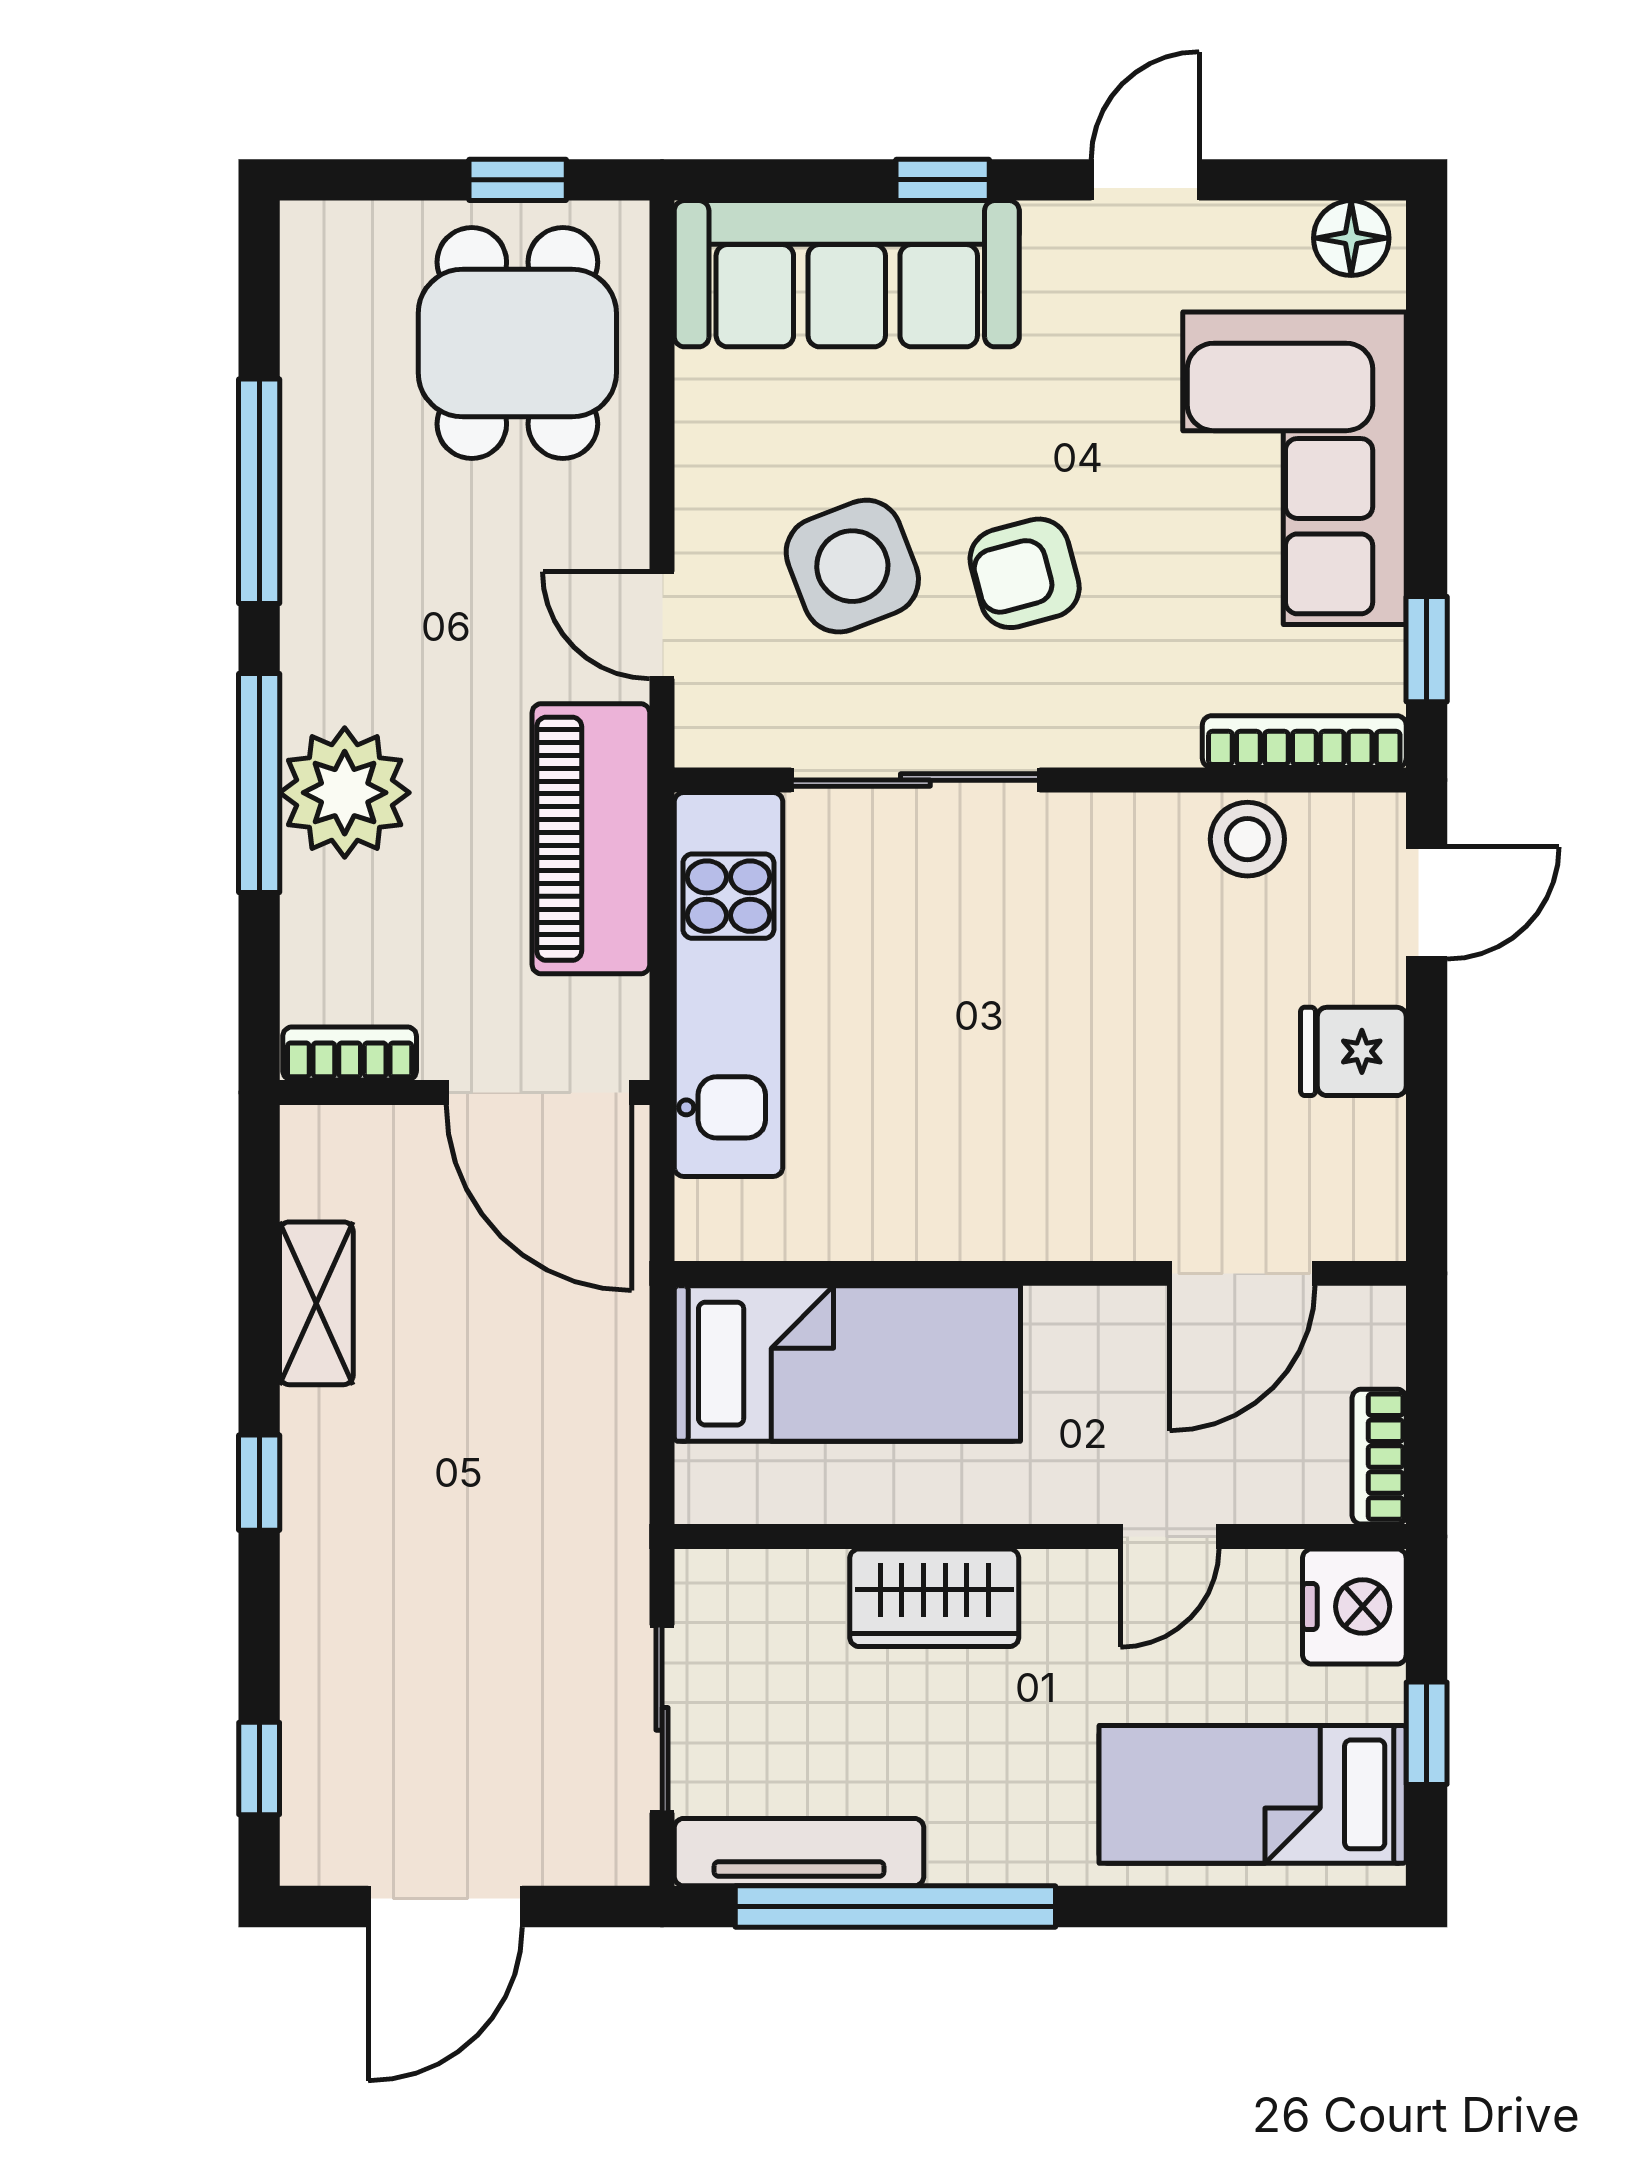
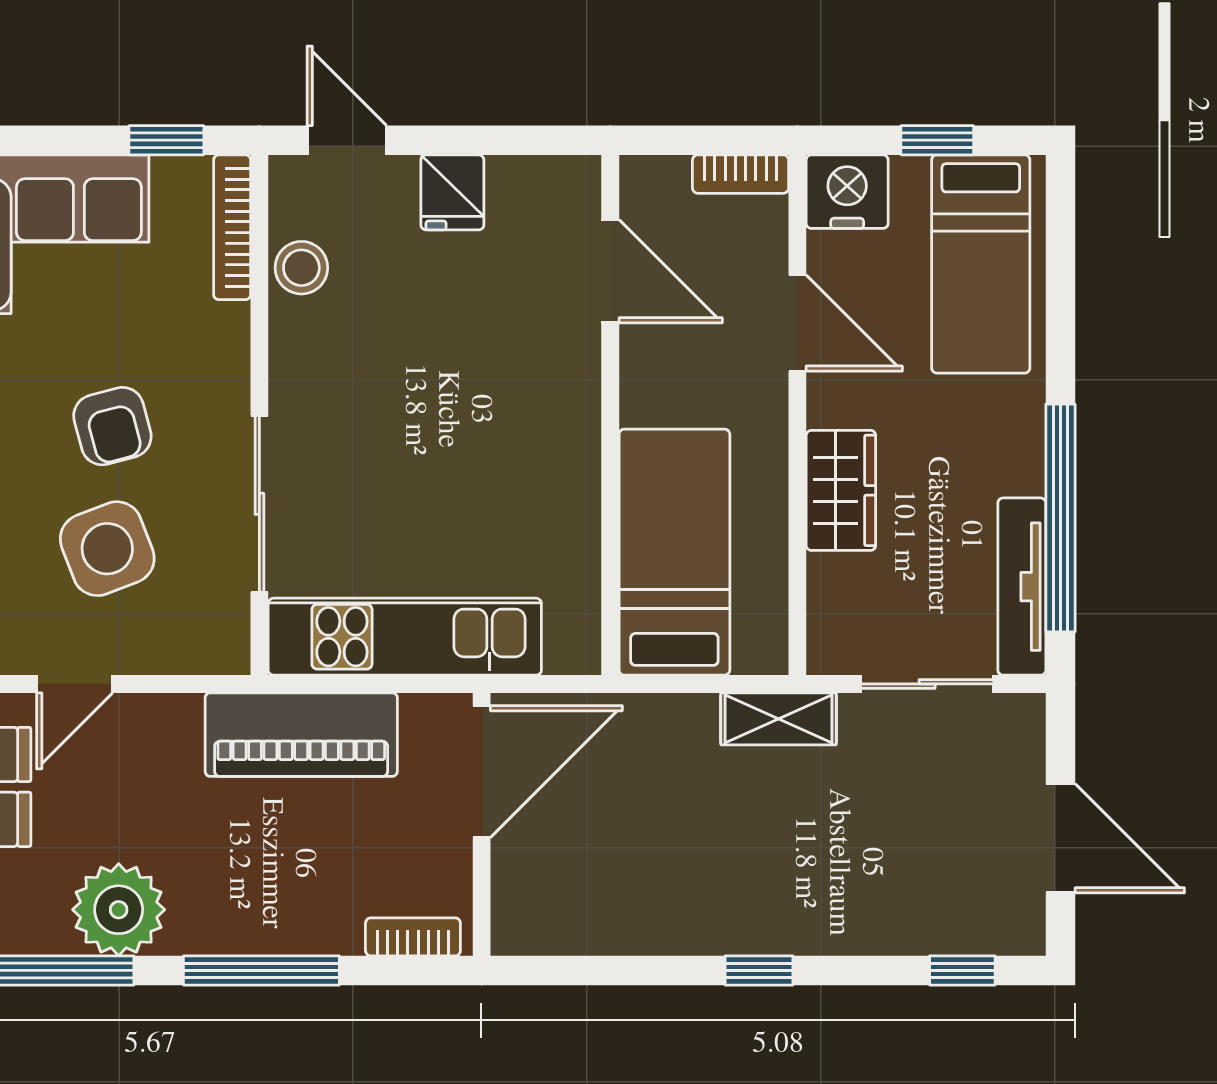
door: (662, 625) -> (75, 684), moved
plant: (345, 793) -> (119, 910), moved
bookcase: (350, 1053) -> (413, 937), moved, turned 90
shelving: (316, 1303) -> (779, 719), moved
door: (1170, 1536) -> (797, 323), width x1.38

